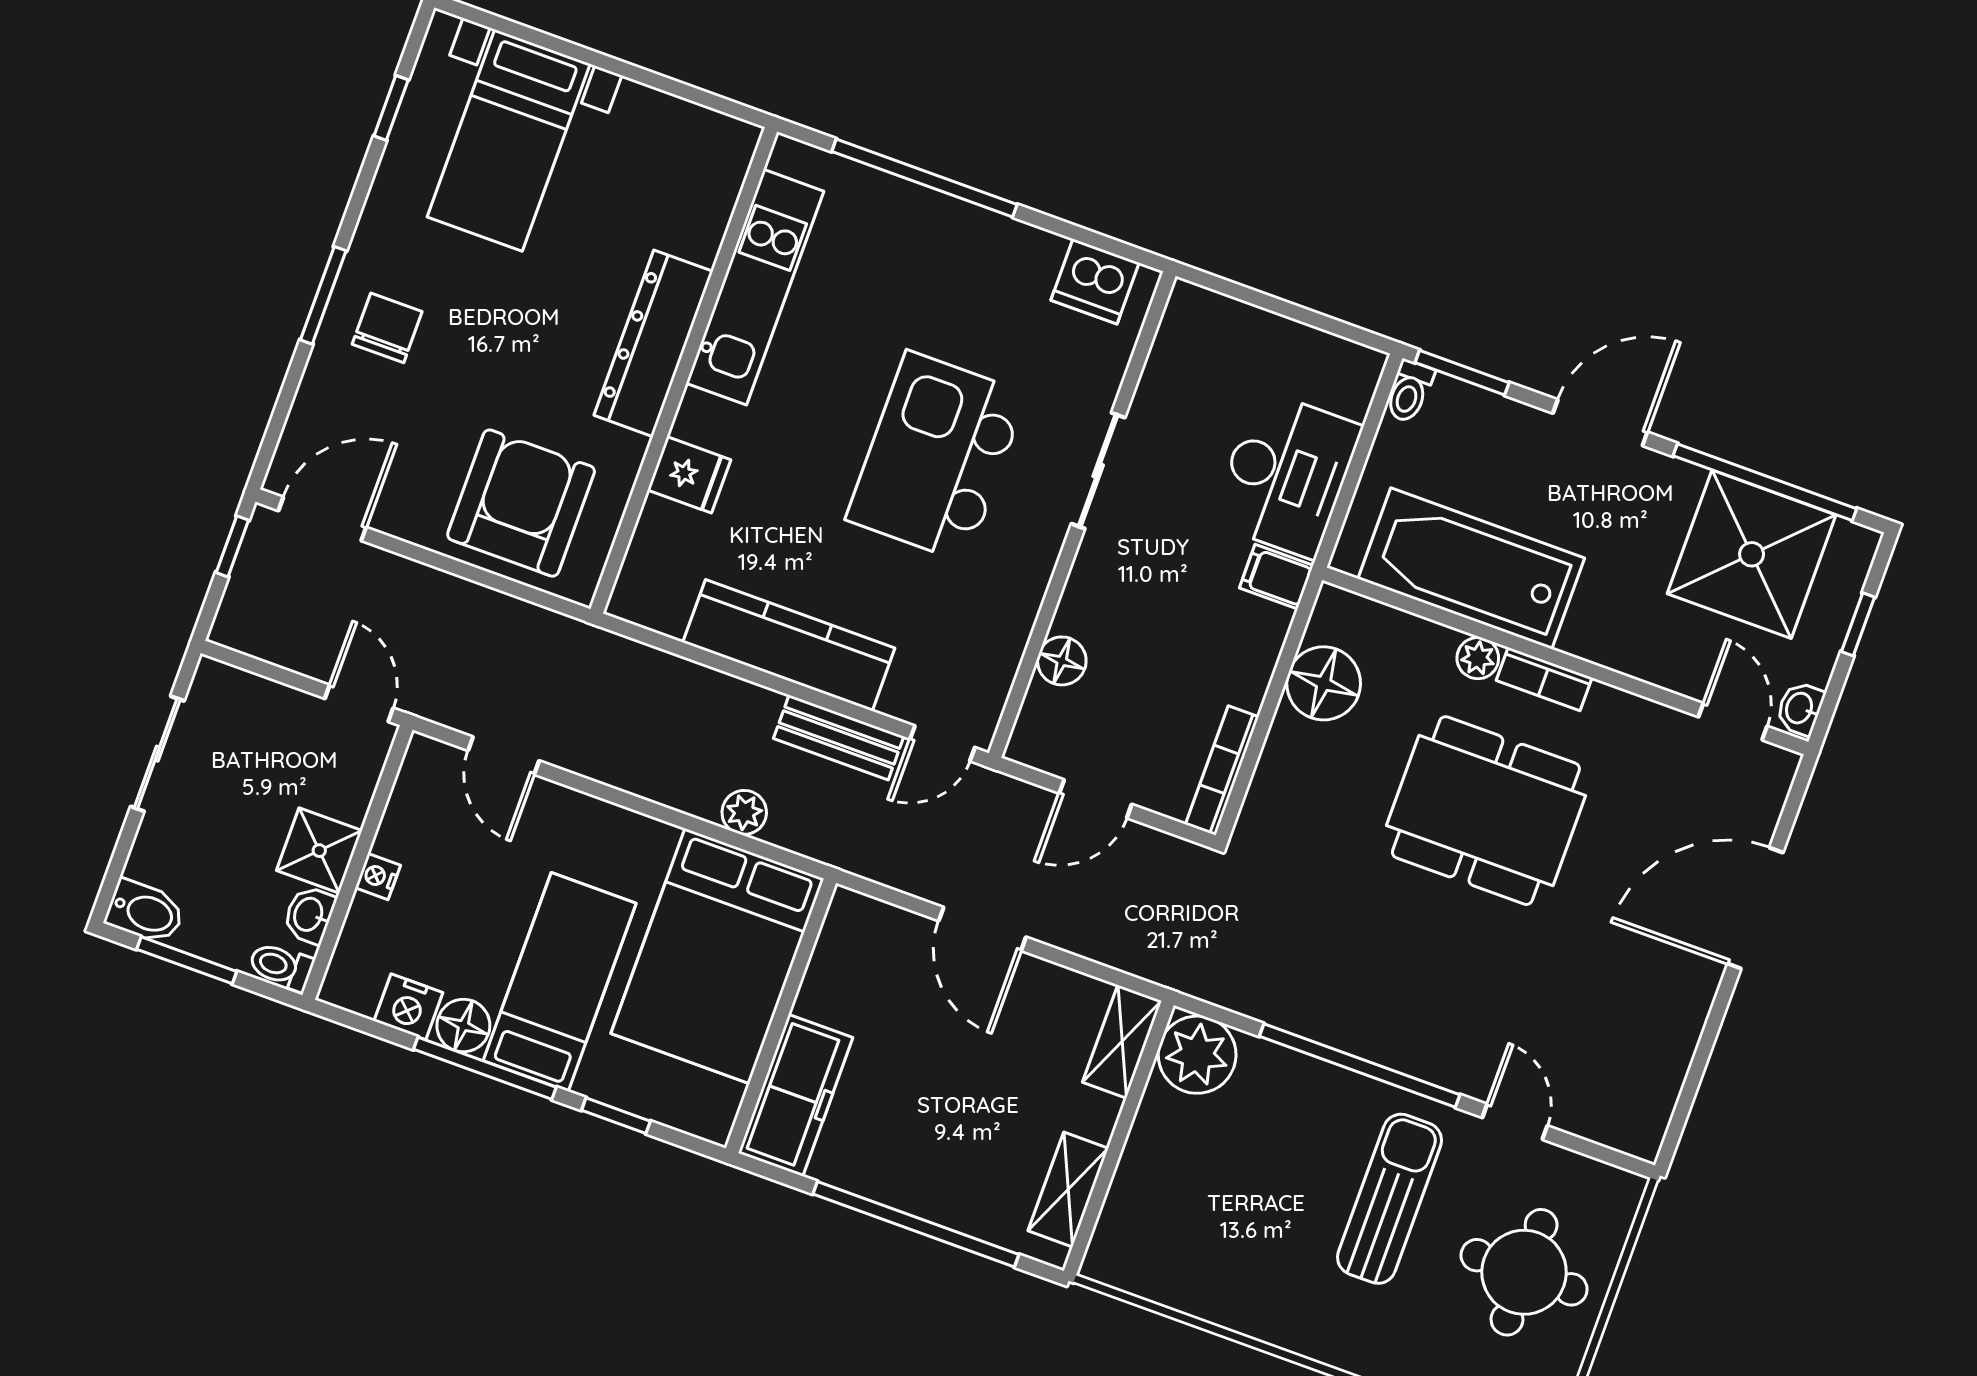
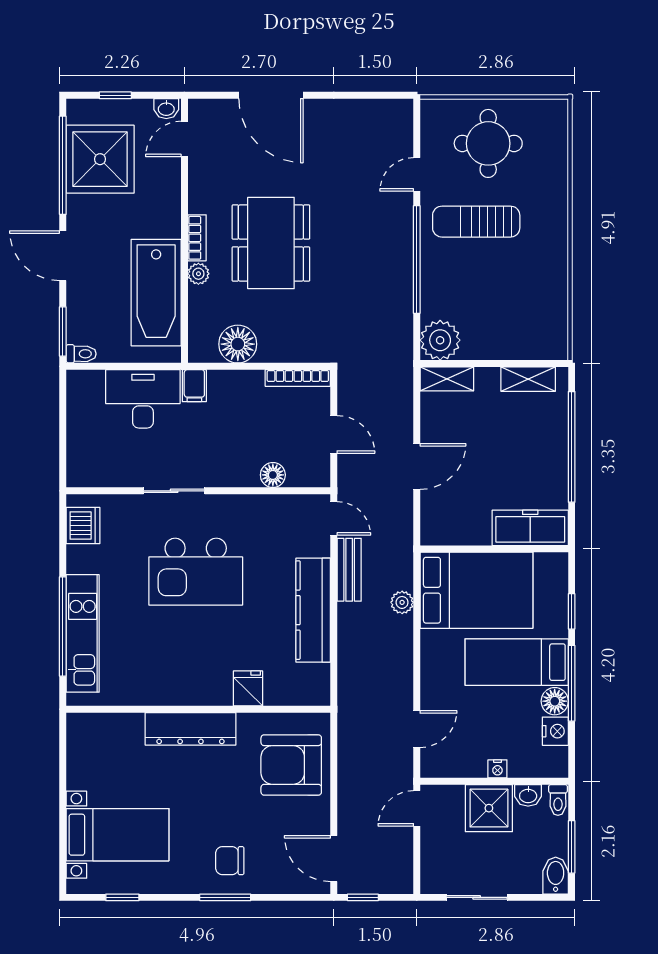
kitchen unit: (755, 287) -> (83, 633), moved, turned 90
shower: (319, 851) -> (489, 808), width x1.36, depth x1.36

